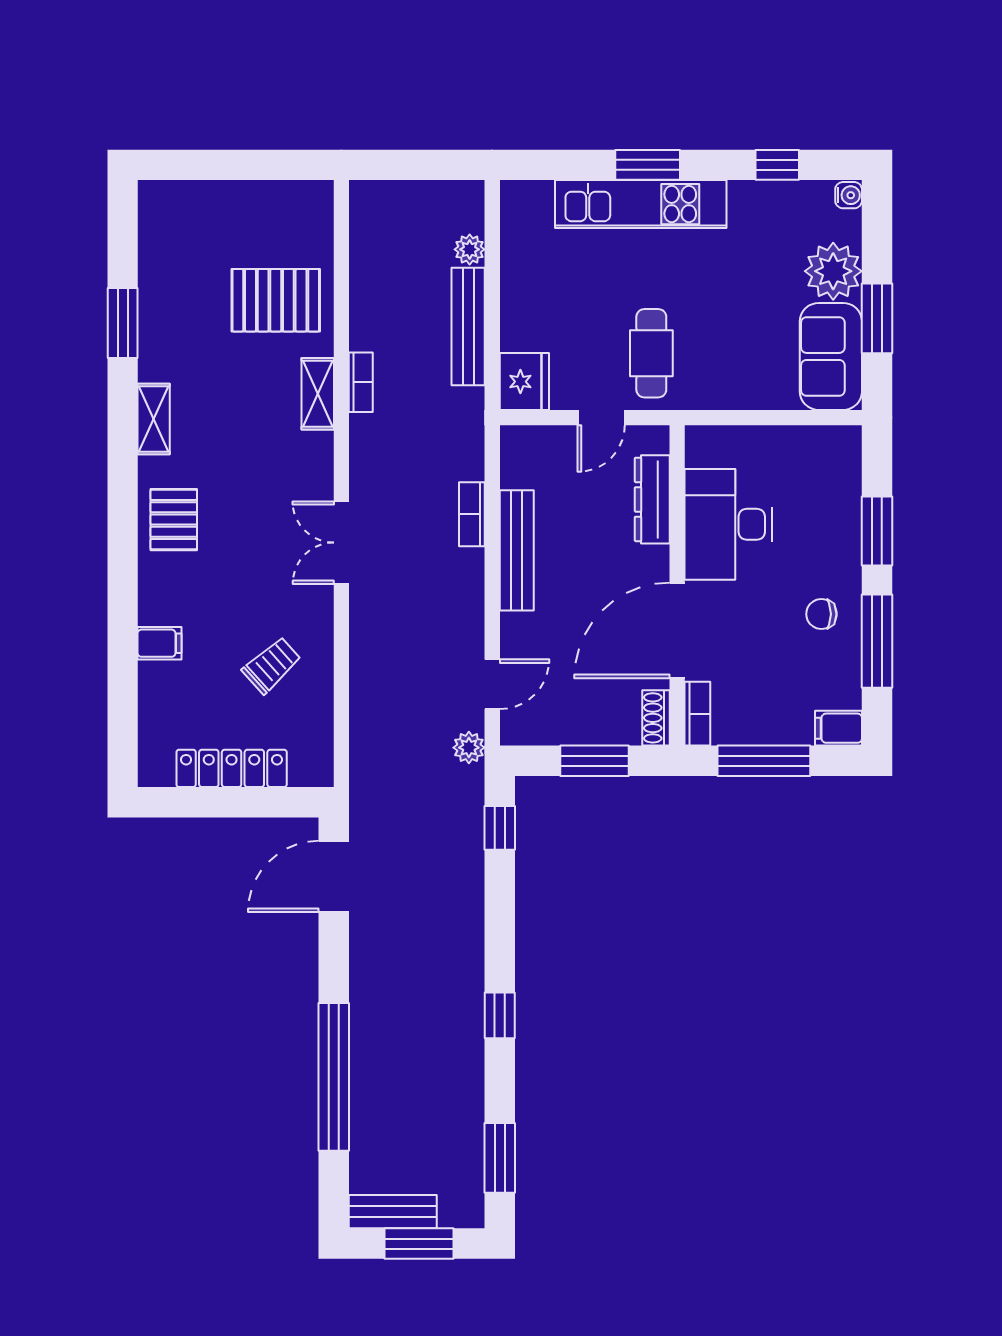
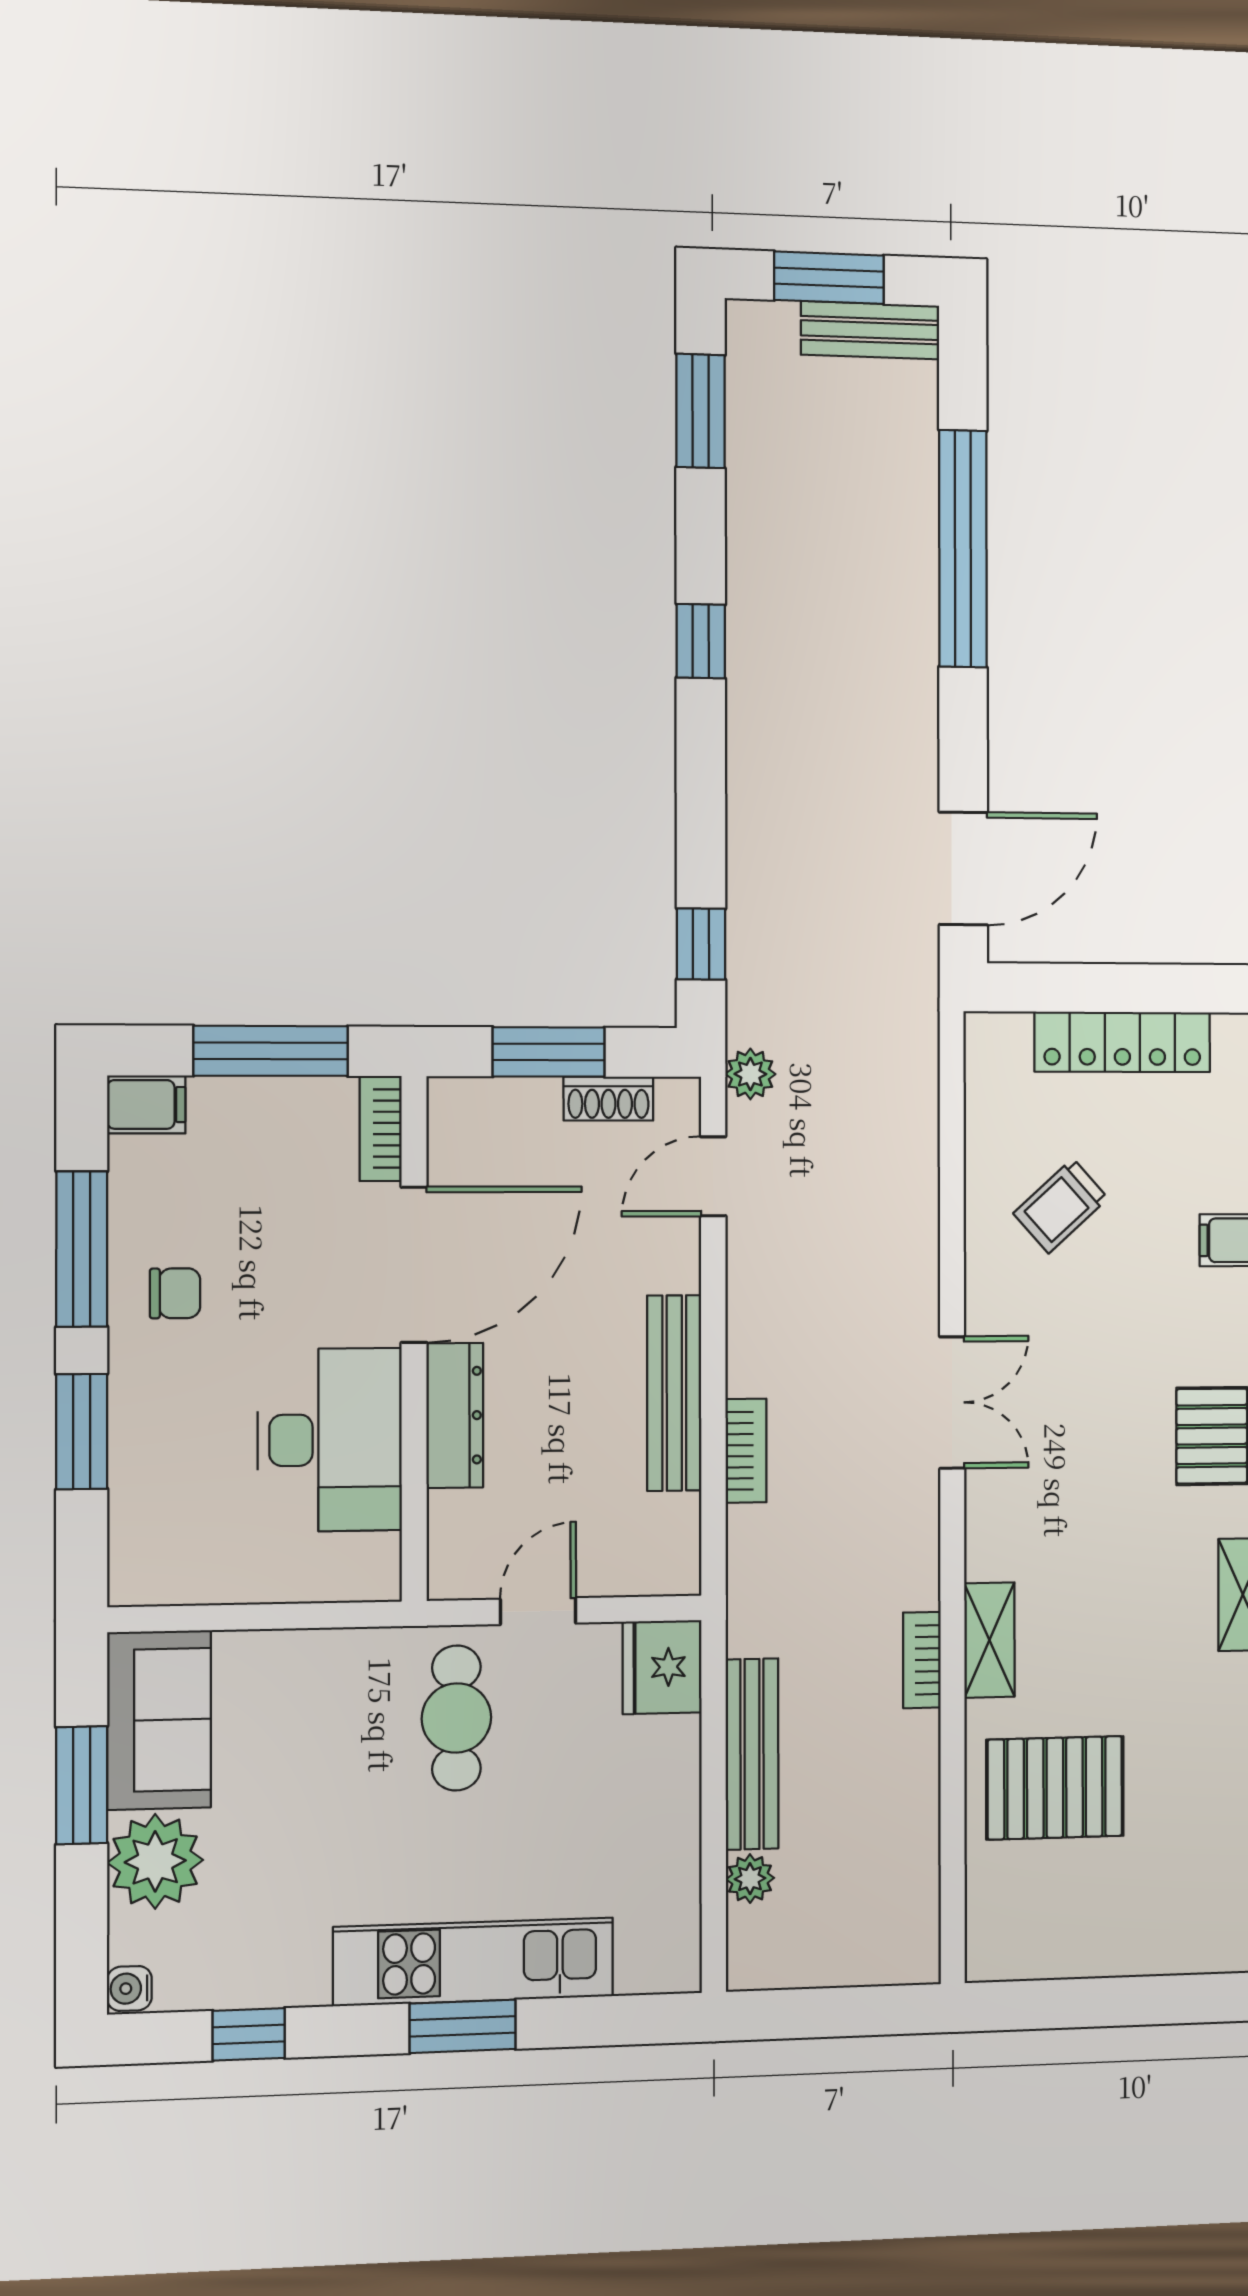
dresser: (652, 499) -> (455, 1415), moved
shoe rack: (656, 718) -> (608, 1099), moved, turned 90

